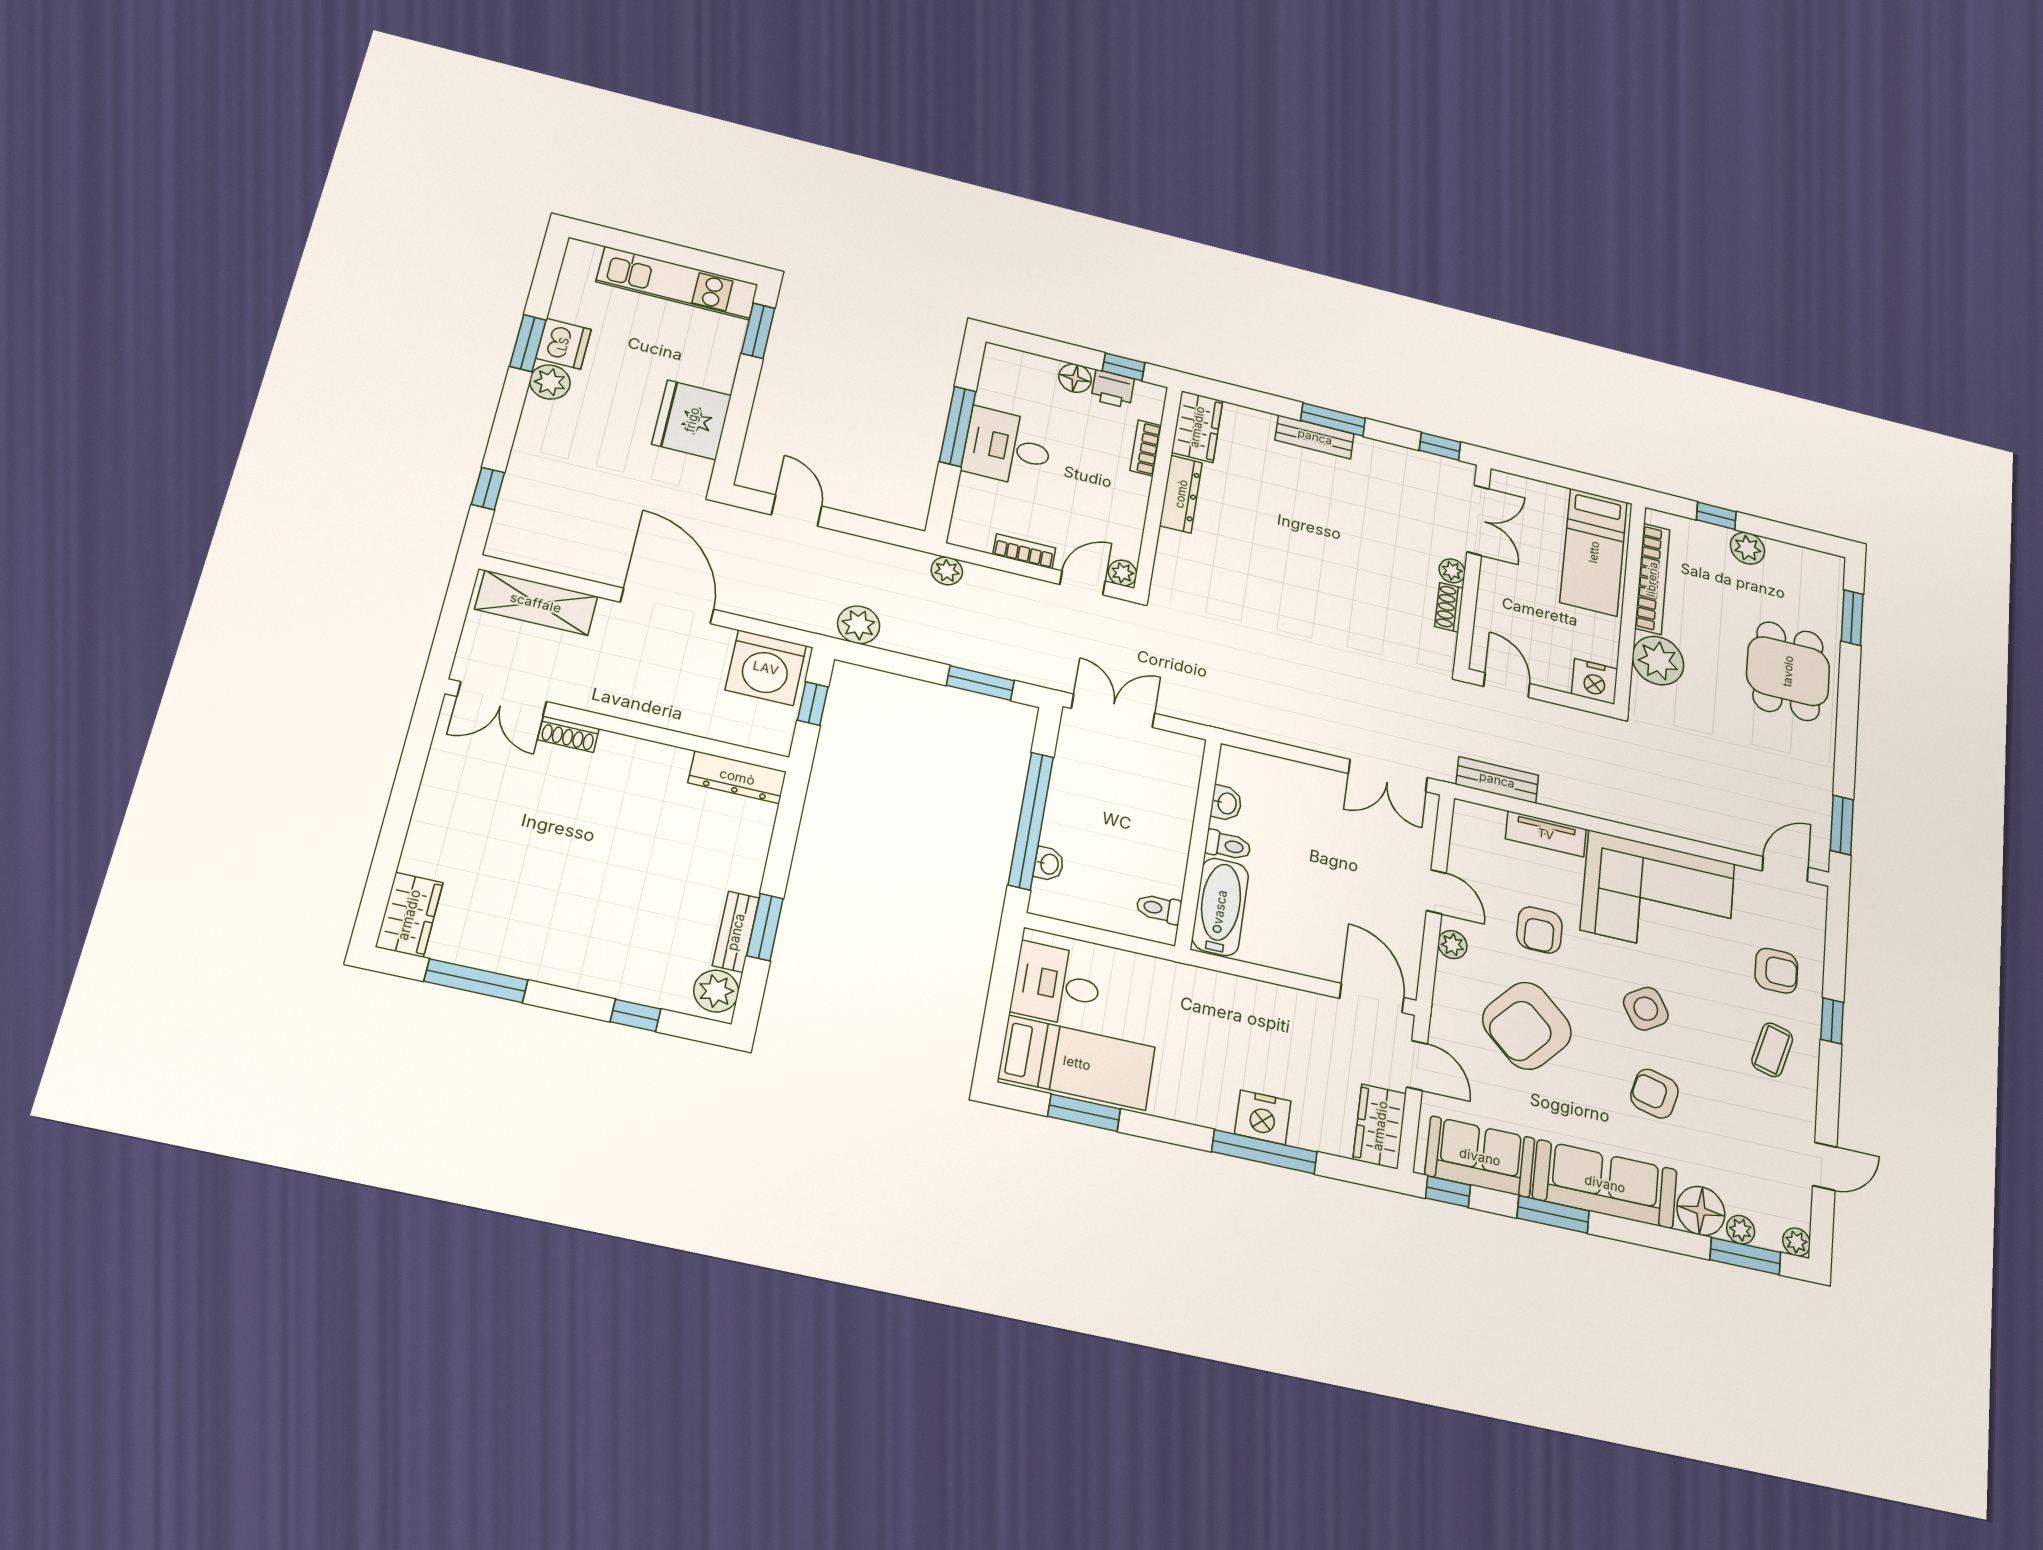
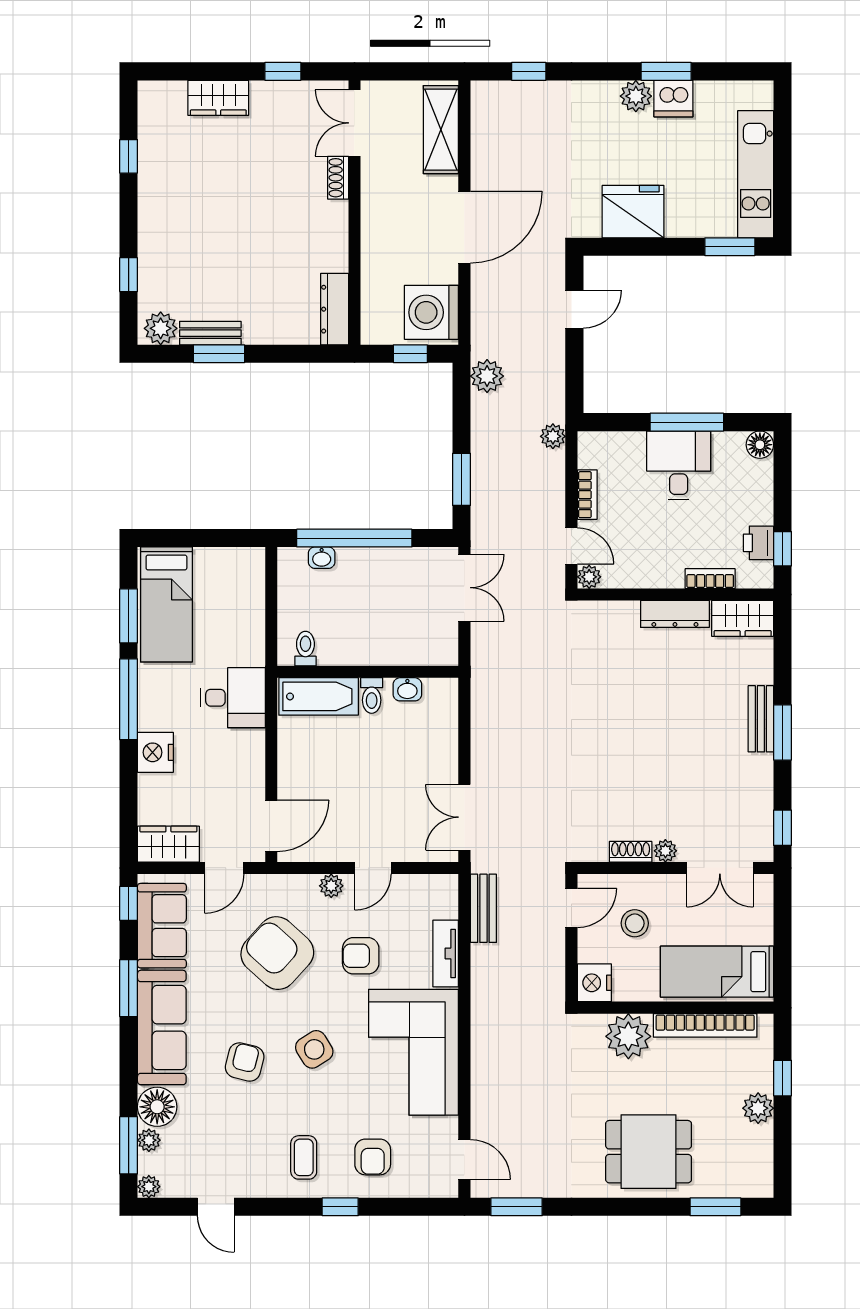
floor lamp: (1075, 378) -> (760, 445), moved
stool: (1531, 623) -> (635, 923), added
window: (412, 767) -> (283, 71), added
wardrobe: (409, 915) -> (218, 98), moved
window: (476, 981) -> (129, 156), width x0.46
desk: (1057, 985) -> (233, 698), moved, turned 90
coffee table: (1772, 1050) -> (304, 1157), turned 75
window: (1264, 1152) -> (129, 699), moved

